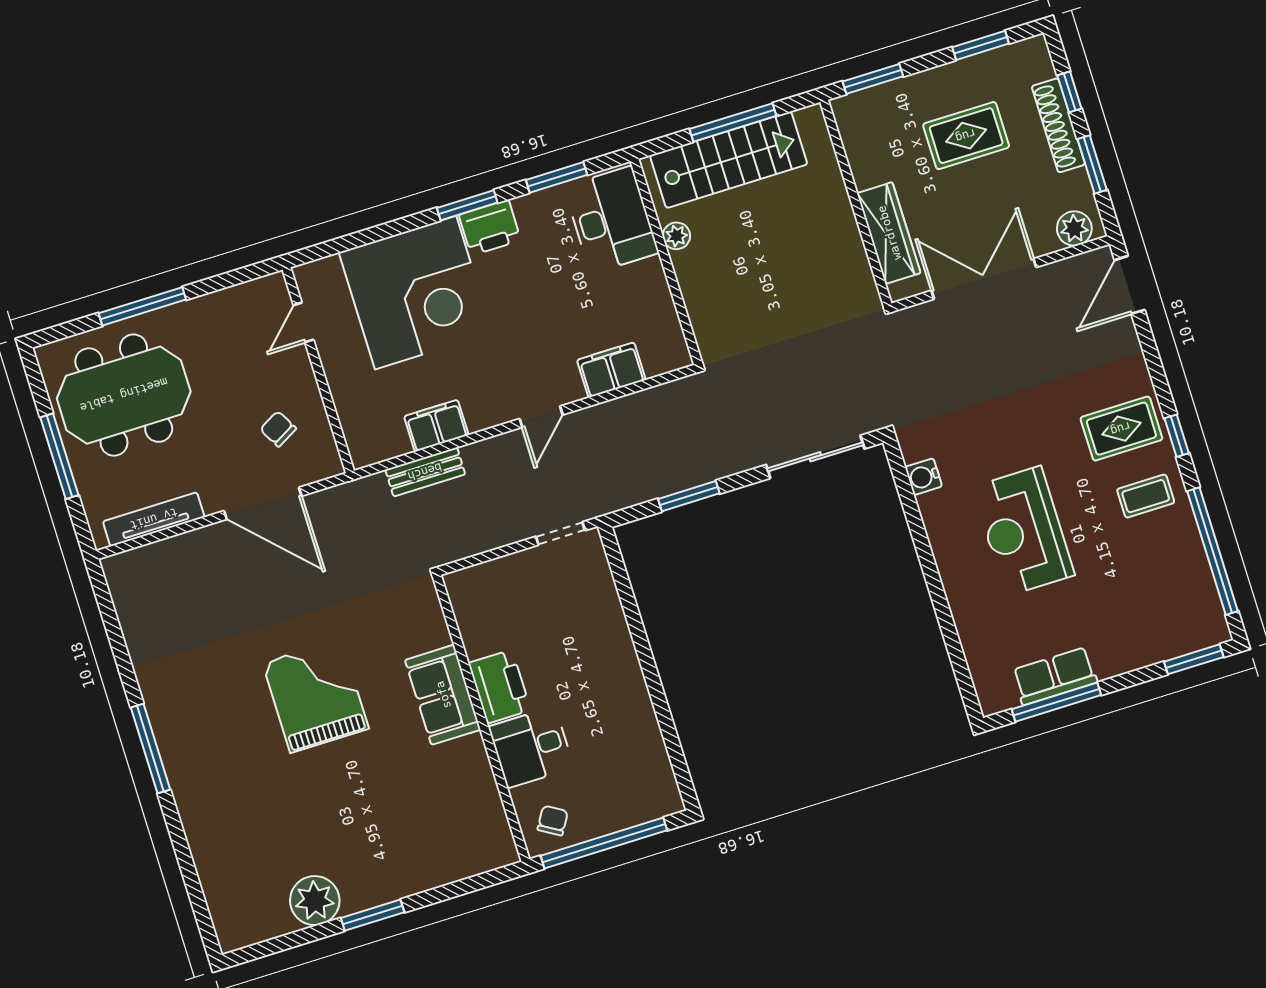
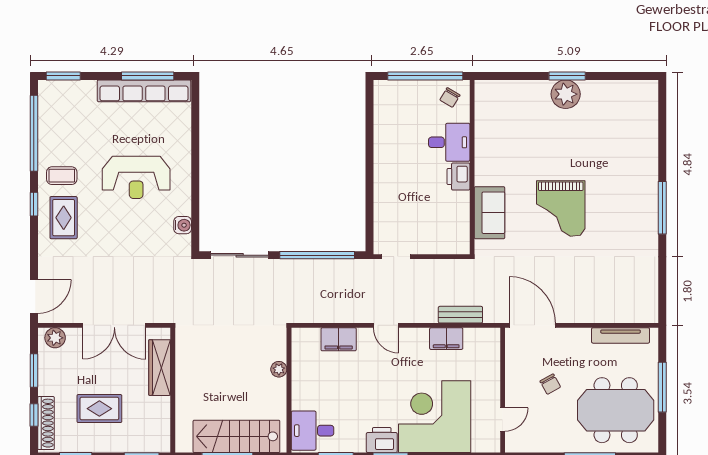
shoe rack: (1058, 125) -> (46, 423), moved
desk: (611, 220) -> (313, 431), width x0.73
plant: (676, 236) -> (279, 369), moved
door: (541, 417) -> (386, 325), swing flipped
chair: (278, 429) -> (550, 384), moved
rug: (1121, 429) -> (64, 218), turned 90
window: (689, 496) -> (317, 255), width x2.11
door: (263, 503) -> (532, 325), moved
reception desk: (1023, 531) -> (136, 177), turned 90
row of seats: (1055, 676) -> (144, 91), width x2.02
printer: (500, 687) -> (458, 177), width x0.73, depth x0.84
sofa: (443, 695) -> (489, 213), moved
plant: (315, 901) -> (566, 94), moved

